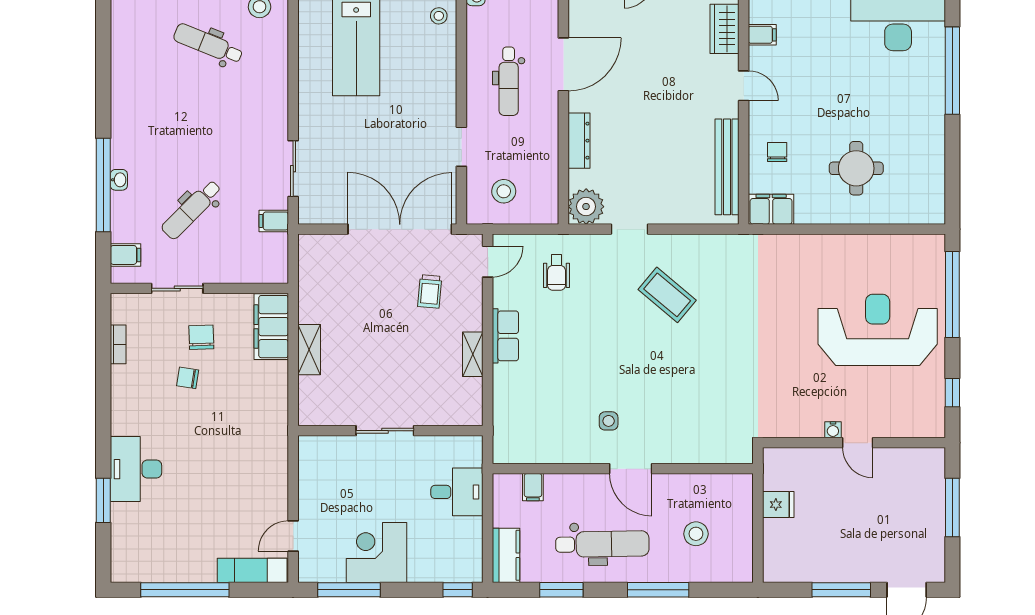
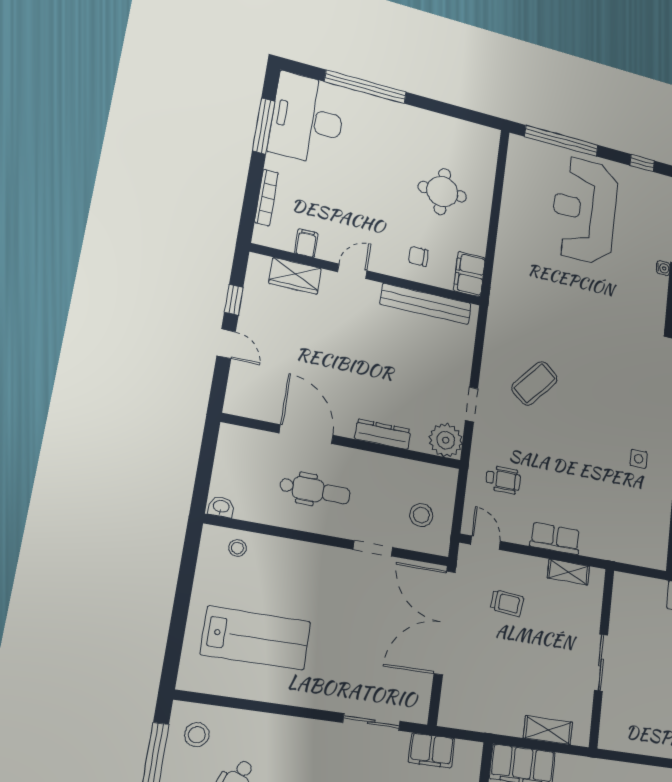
filing cabinet: (274, 221) -> (432, 750), width x2.00
sliding door: (385, 431) -> (601, 662), moved
wall: (390, 431) -> (602, 657), moved

